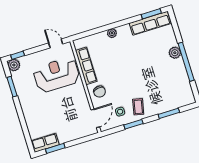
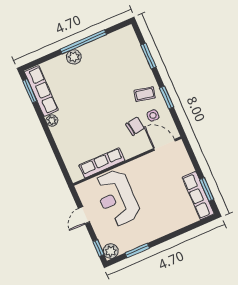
plant: (112, 33) -> (52, 121), moved
door: (56, 43) -> (84, 215), moved
chair: (100, 92) -> (135, 126), moved
row of seats: (45, 143) -> (198, 196), width x1.48

